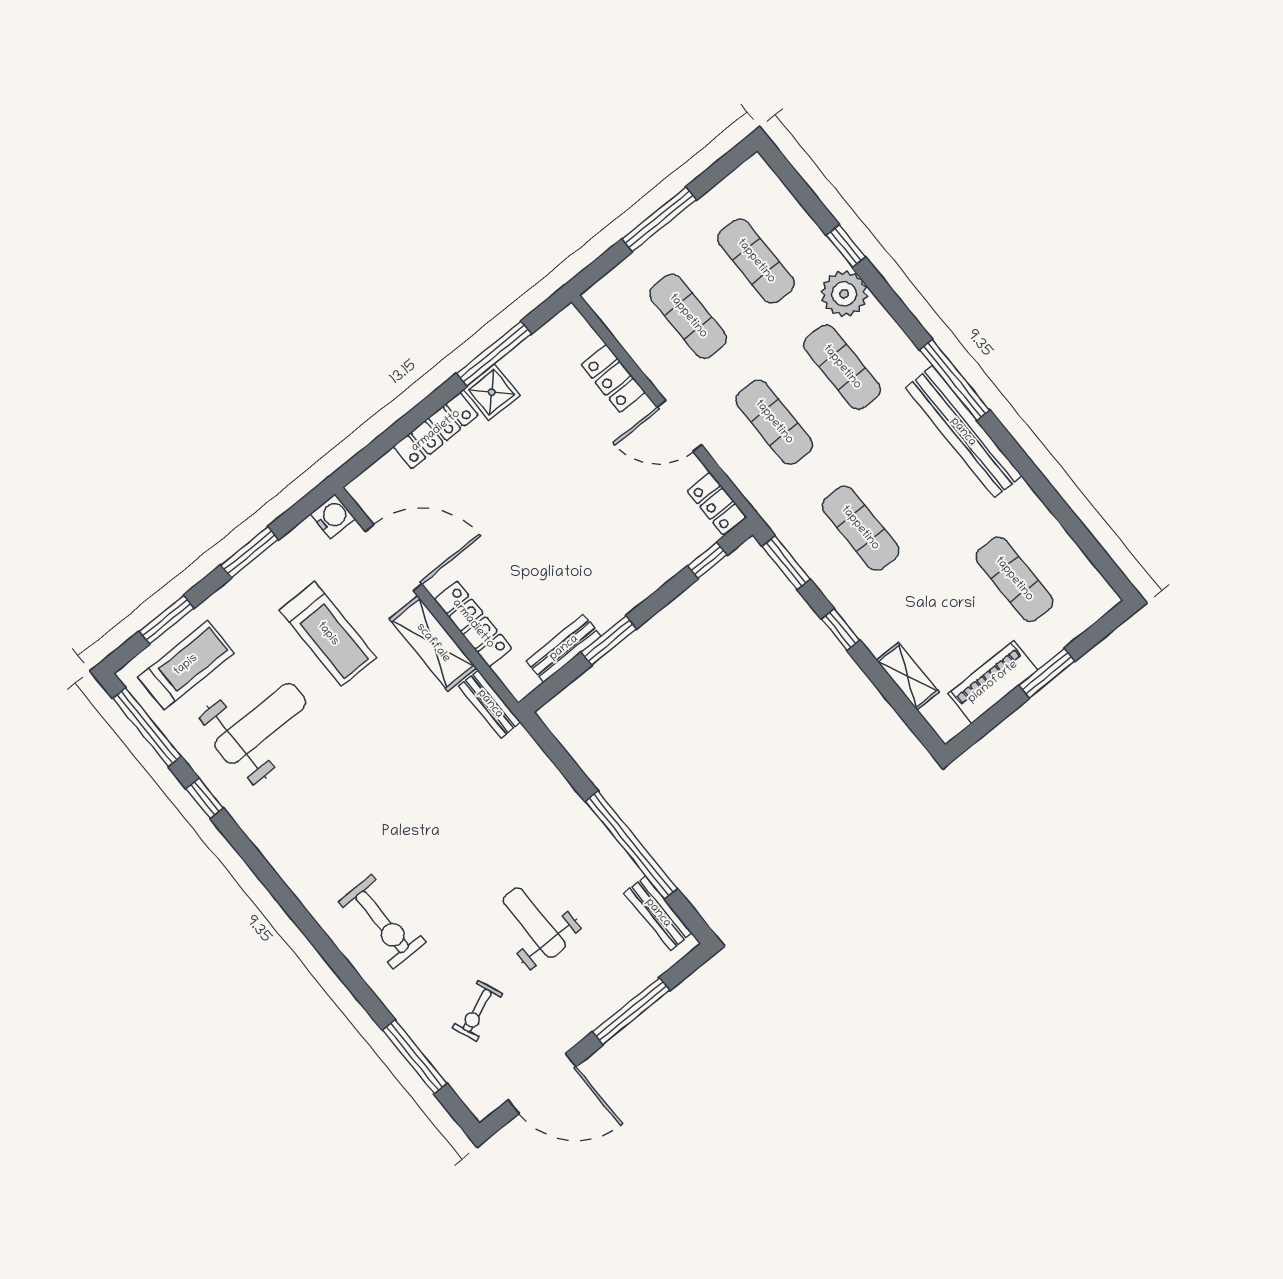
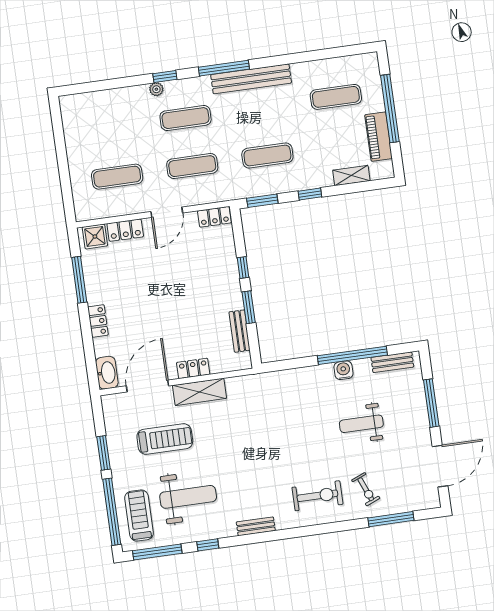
window: (659, 219) -> (63, 163), removed
window: (846, 246) -> (165, 76), moved
exercise mat: (756, 261) -> (110, 129), removed
plant: (844, 294) -> (156, 89), width x0.53, depth x0.53
shower: (492, 392) -> (95, 236), moved
locker: (436, 431) -> (98, 321), width x0.66
washbasin: (376, 483) -> (107, 373), added
water cooler: (333, 516) -> (343, 370), moved
window: (707, 560) -> (243, 268), moved
window: (167, 620) -> (112, 512), width x2.11
locker: (473, 624) -> (193, 368), width x0.66
window: (1047, 673) -> (390, 109), width x2.11
bench: (490, 704) -> (256, 526), moved
weight bench: (260, 723) -> (188, 497), turned 90
exercise bike: (477, 1011) -> (366, 489), moved

